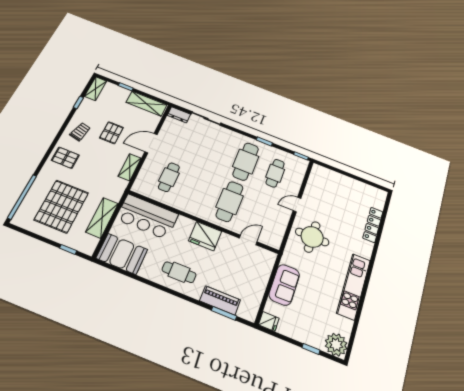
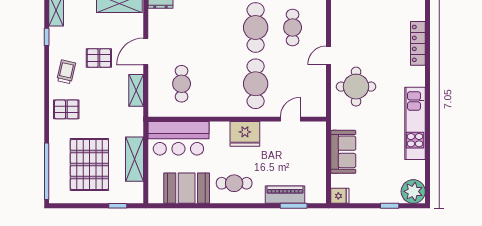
pallet: (112, 133) -> (99, 58), turned 90
booth: (122, 254) -> (187, 188), moved

